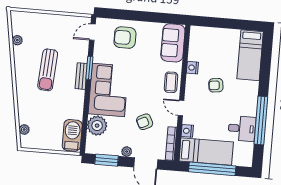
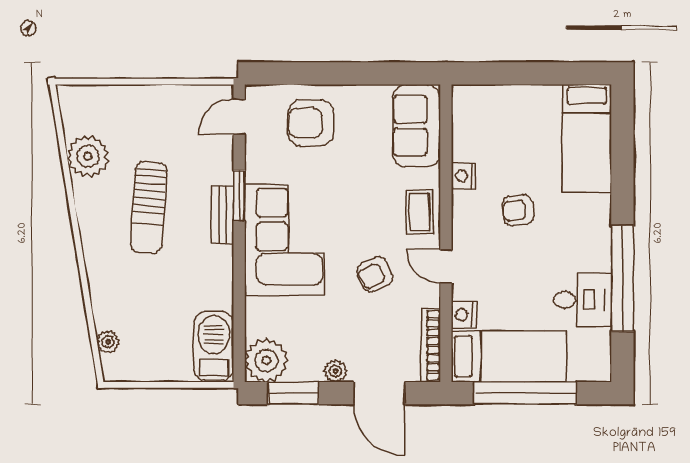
plant: (17, 40) -> (88, 156), width x1.87, depth x1.87
armchair: (145, 122) -> (375, 274), moved
plant: (97, 126) -> (266, 360), moved

